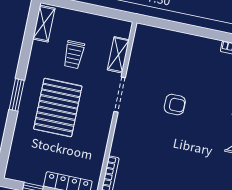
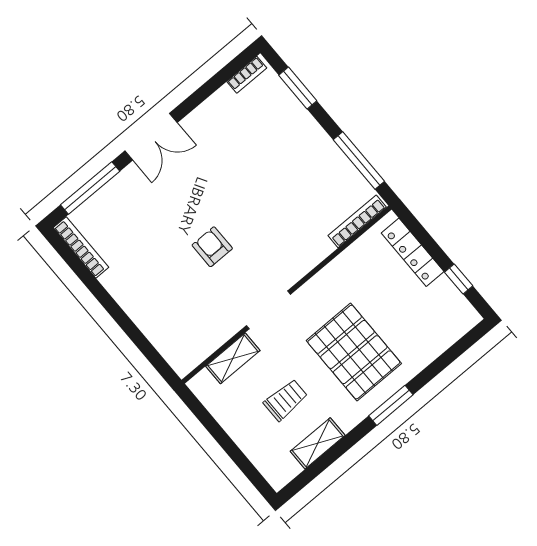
shelving: (44, 24) -> (318, 443), moved
pallet: (58, 108) -> (354, 352), turned 90

